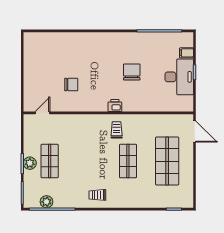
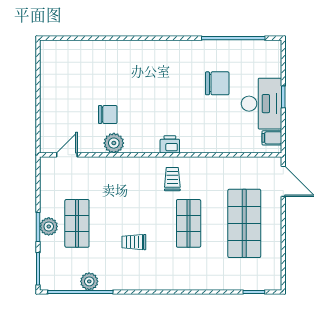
filing cabinet: (186, 53) -> (272, 138), moved
chair: (132, 72) -> (217, 83), moved, turned 90
plant: (75, 105) -> (114, 143), added
trolley: (97, 195) -> (134, 242), moved
plant: (46, 202) -> (89, 281), moved

